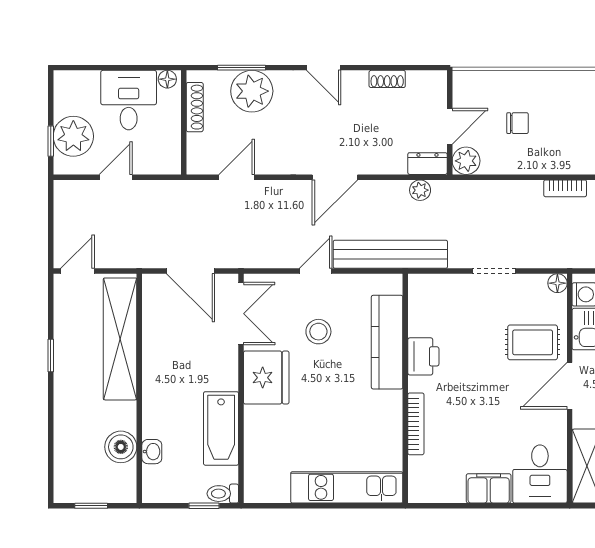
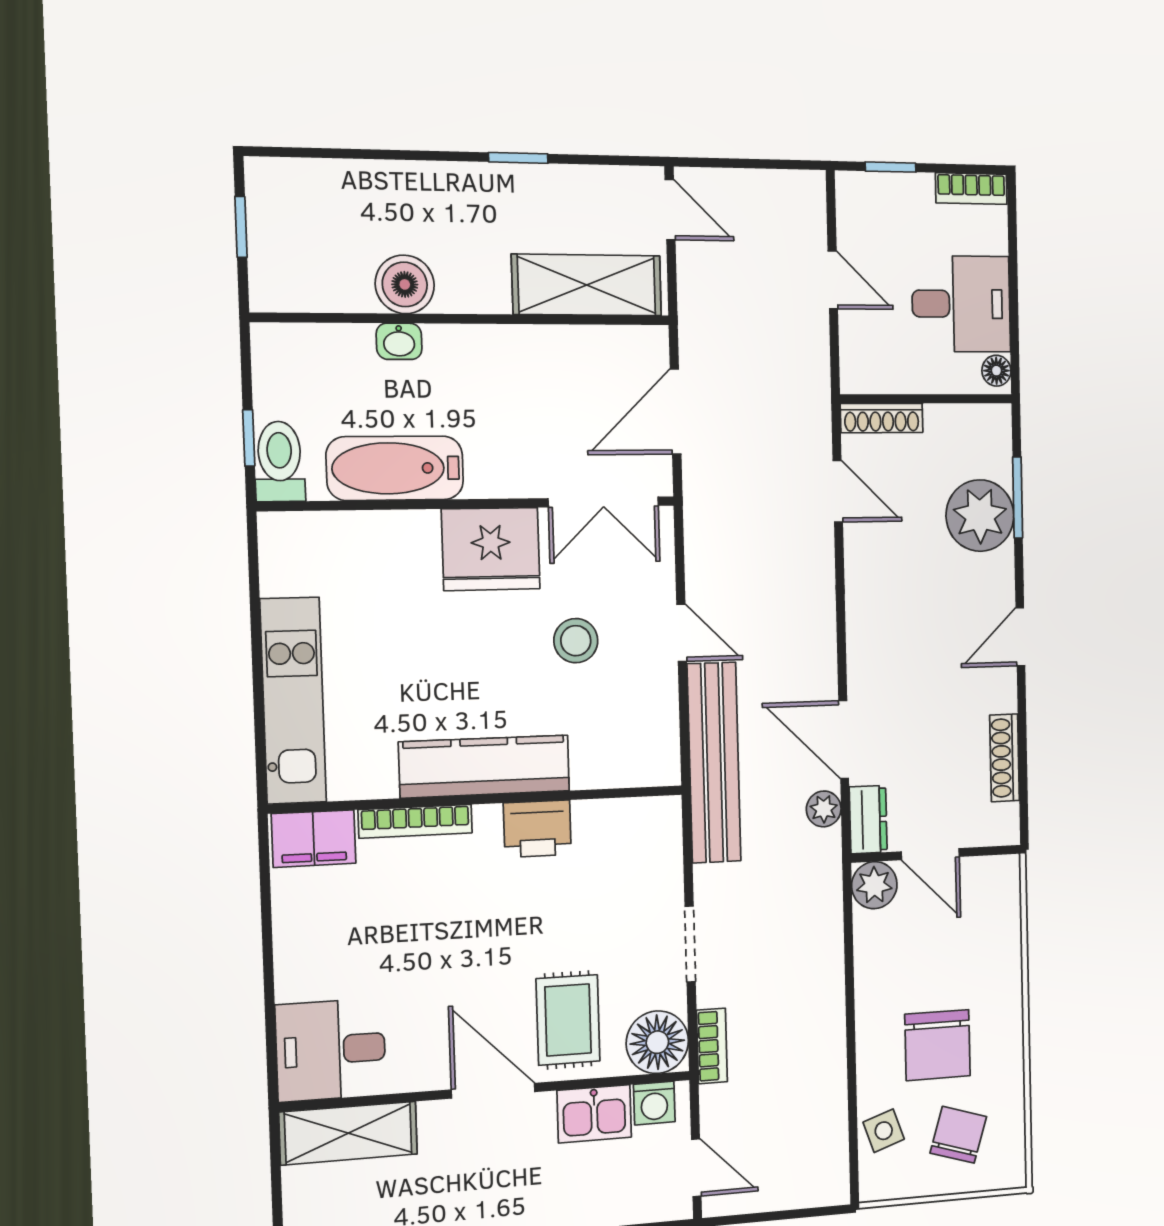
shoe rack: (387, 79) -> (1005, 758), width x1.43
bookcase: (62, 92) -> (971, 189), added
shoe rack: (195, 107) -> (882, 418), moved
chair: (518, 123) -> (938, 1045), moved, width x1.87, depth x1.87
plant: (73, 136) -> (899, 207), removed
door: (335, 177) -> (844, 740), moved
bookcase: (565, 188) -> (712, 1046), moved, turned 180
floor lamp: (557, 283) -> (657, 1042), width x1.89, depth x1.89
shelving: (120, 339) -> (587, 285), width x0.68
kitchen counter: (387, 342) -> (485, 766), moved
boiler: (121, 447) -> (405, 284), moved
washbasin: (152, 452) -> (399, 341), moved
filing cabinet: (489, 488) -> (314, 839), moved, turned 90
toilet: (223, 494) -> (280, 462), width x1.37, depth x1.39

